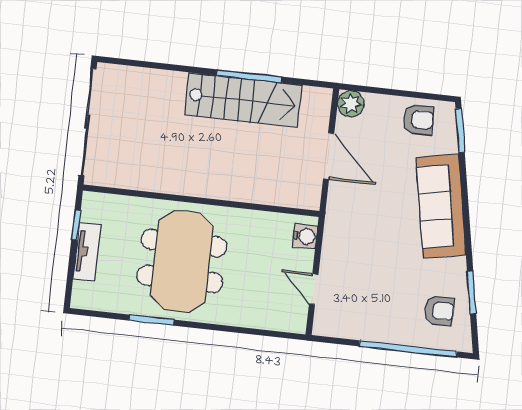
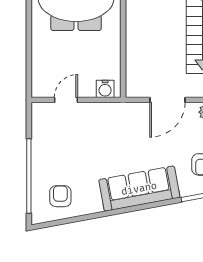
window: (472, 292) -> (77, 219), removed
armchair: (439, 311) -> (60, 196), turned 180

